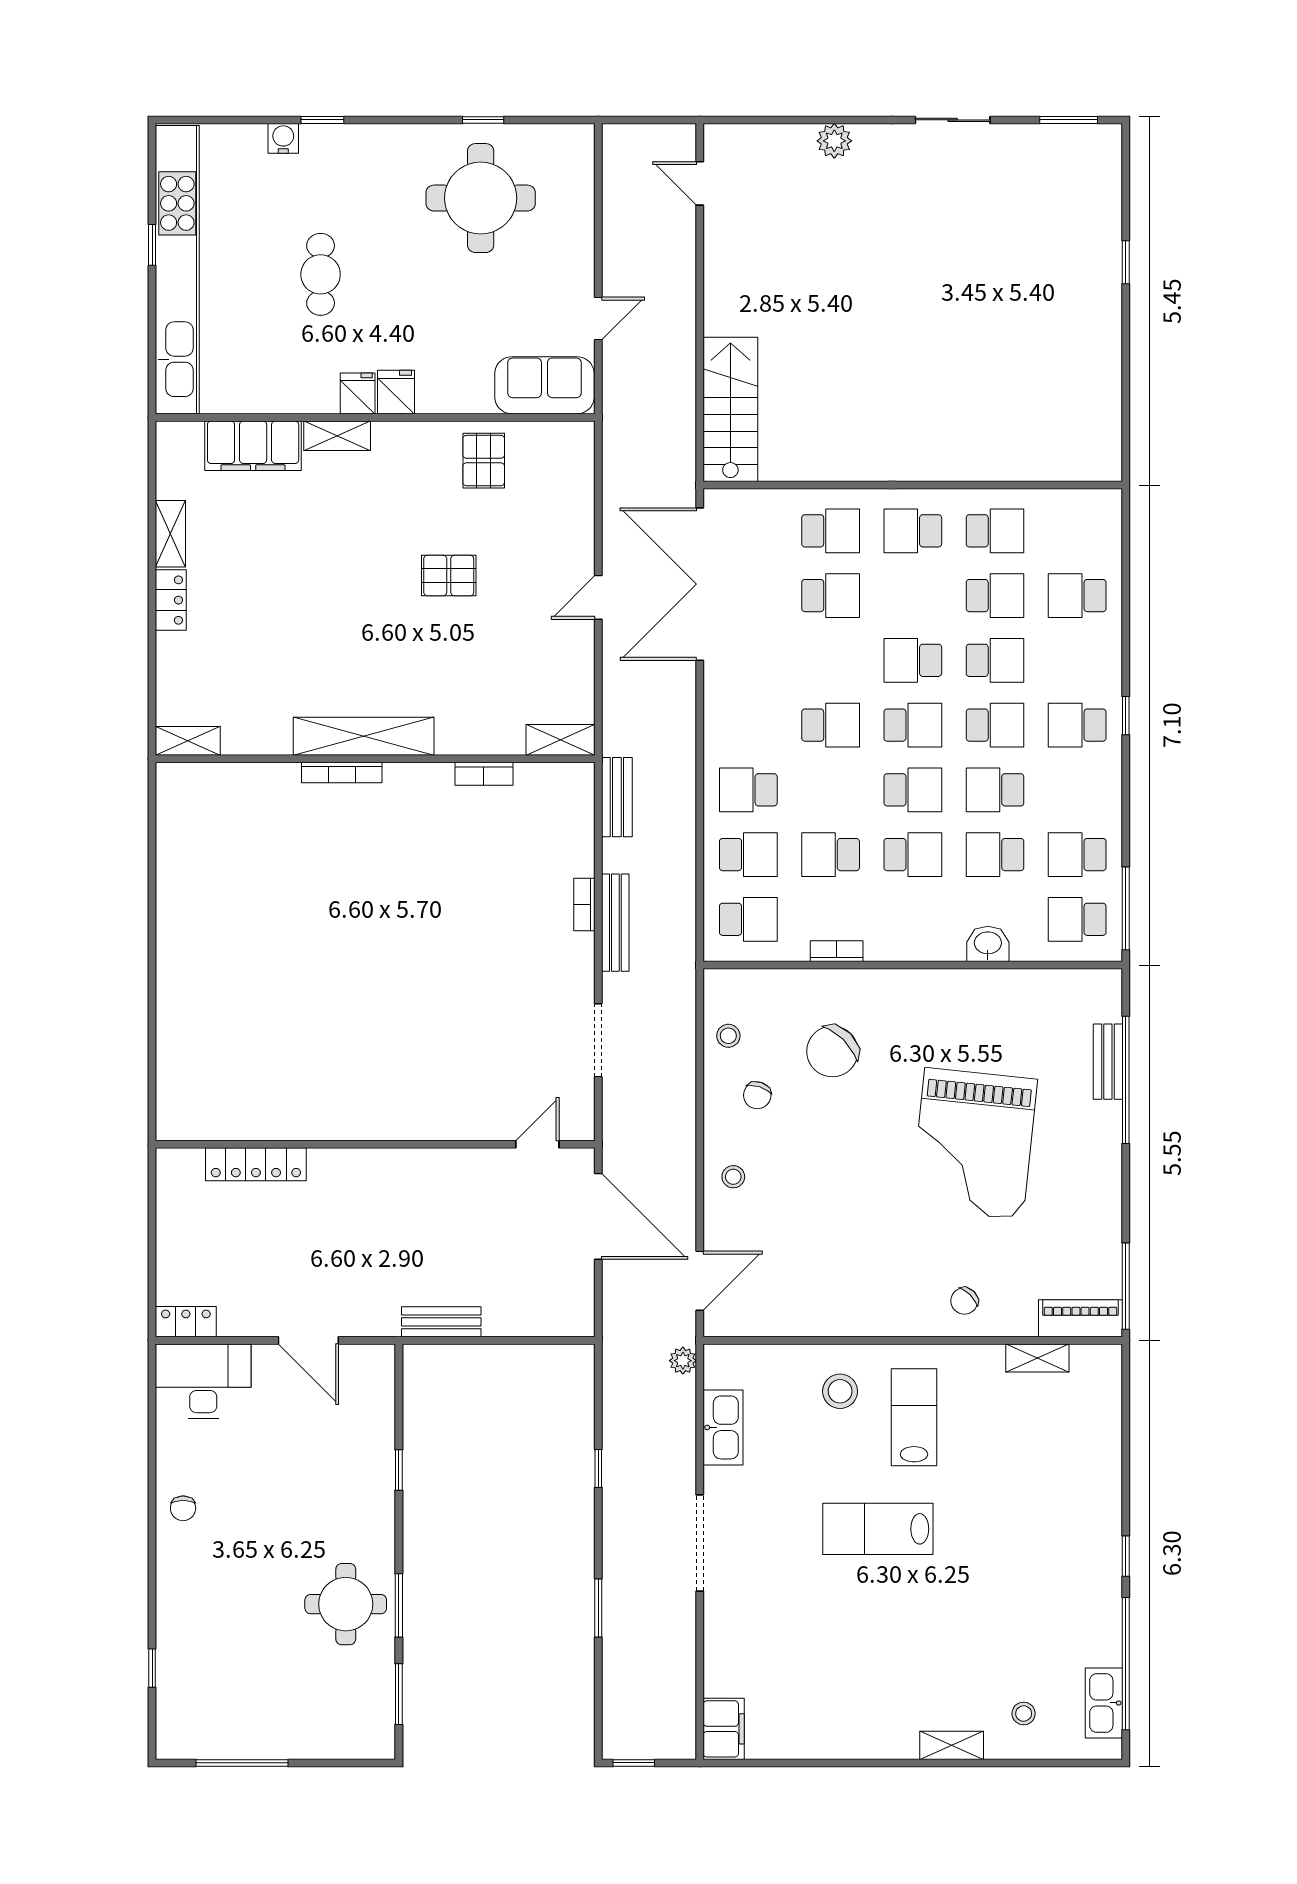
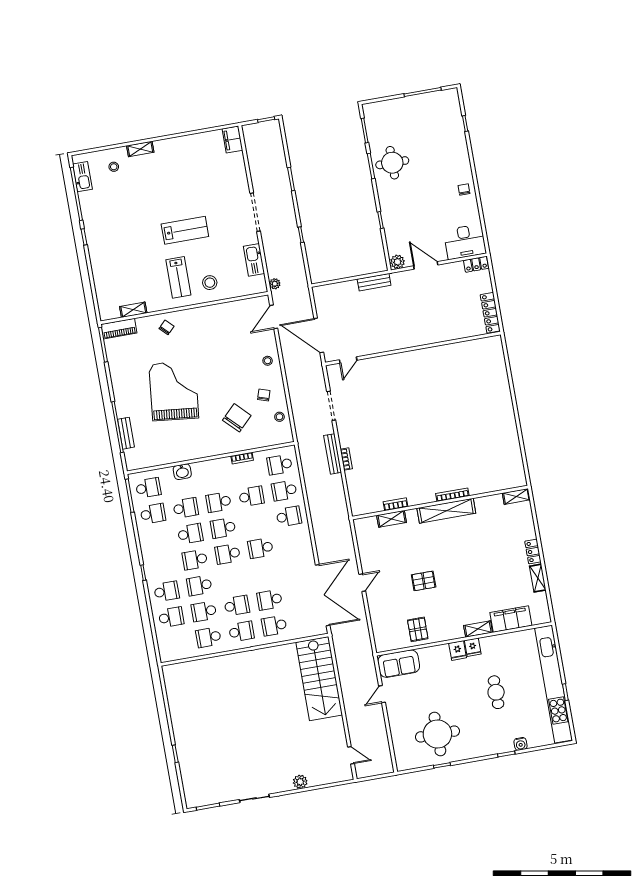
stairs: (730, 409) -> (319, 679), width x1.36, depth x1.51
school desk: (913, 660) -> (237, 606), moved
school desk: (1077, 725) -> (167, 591), moved
shelving: (560, 740) -> (392, 519), moved
bench: (617, 797) -> (341, 504), removed
locker: (256, 1164) -> (490, 313), moved, turned -90
plant: (376, 1361) -> (397, 262), added

